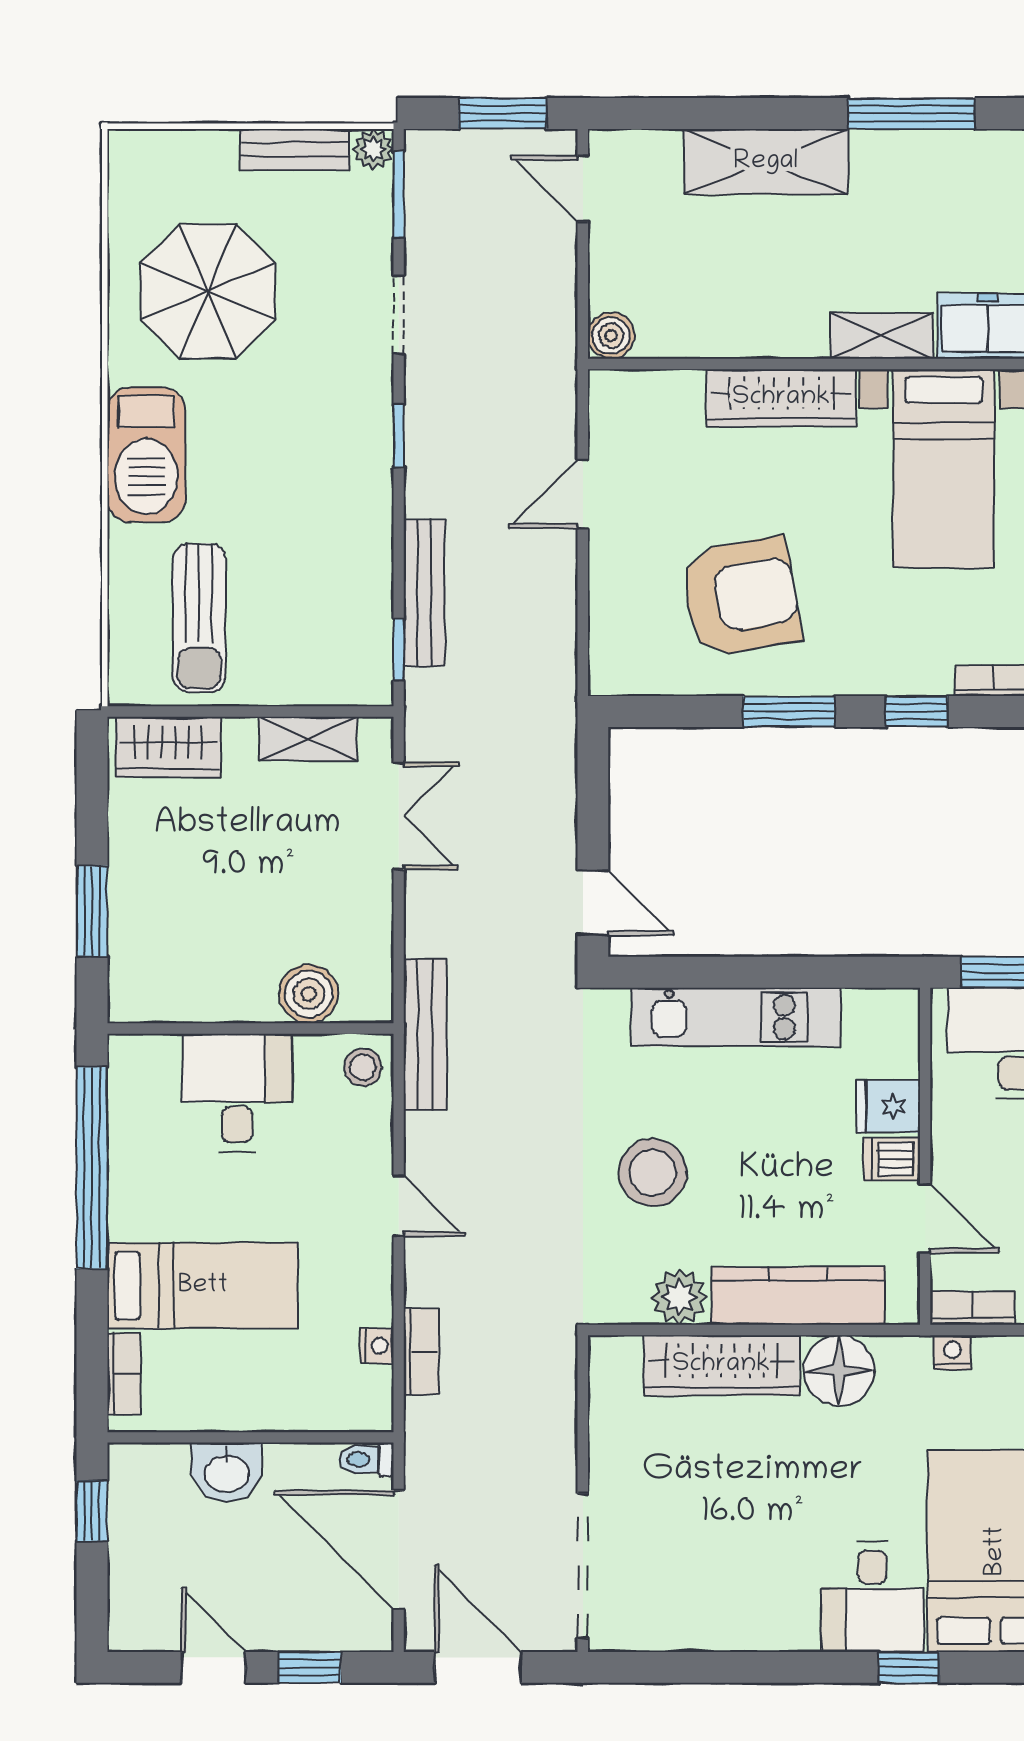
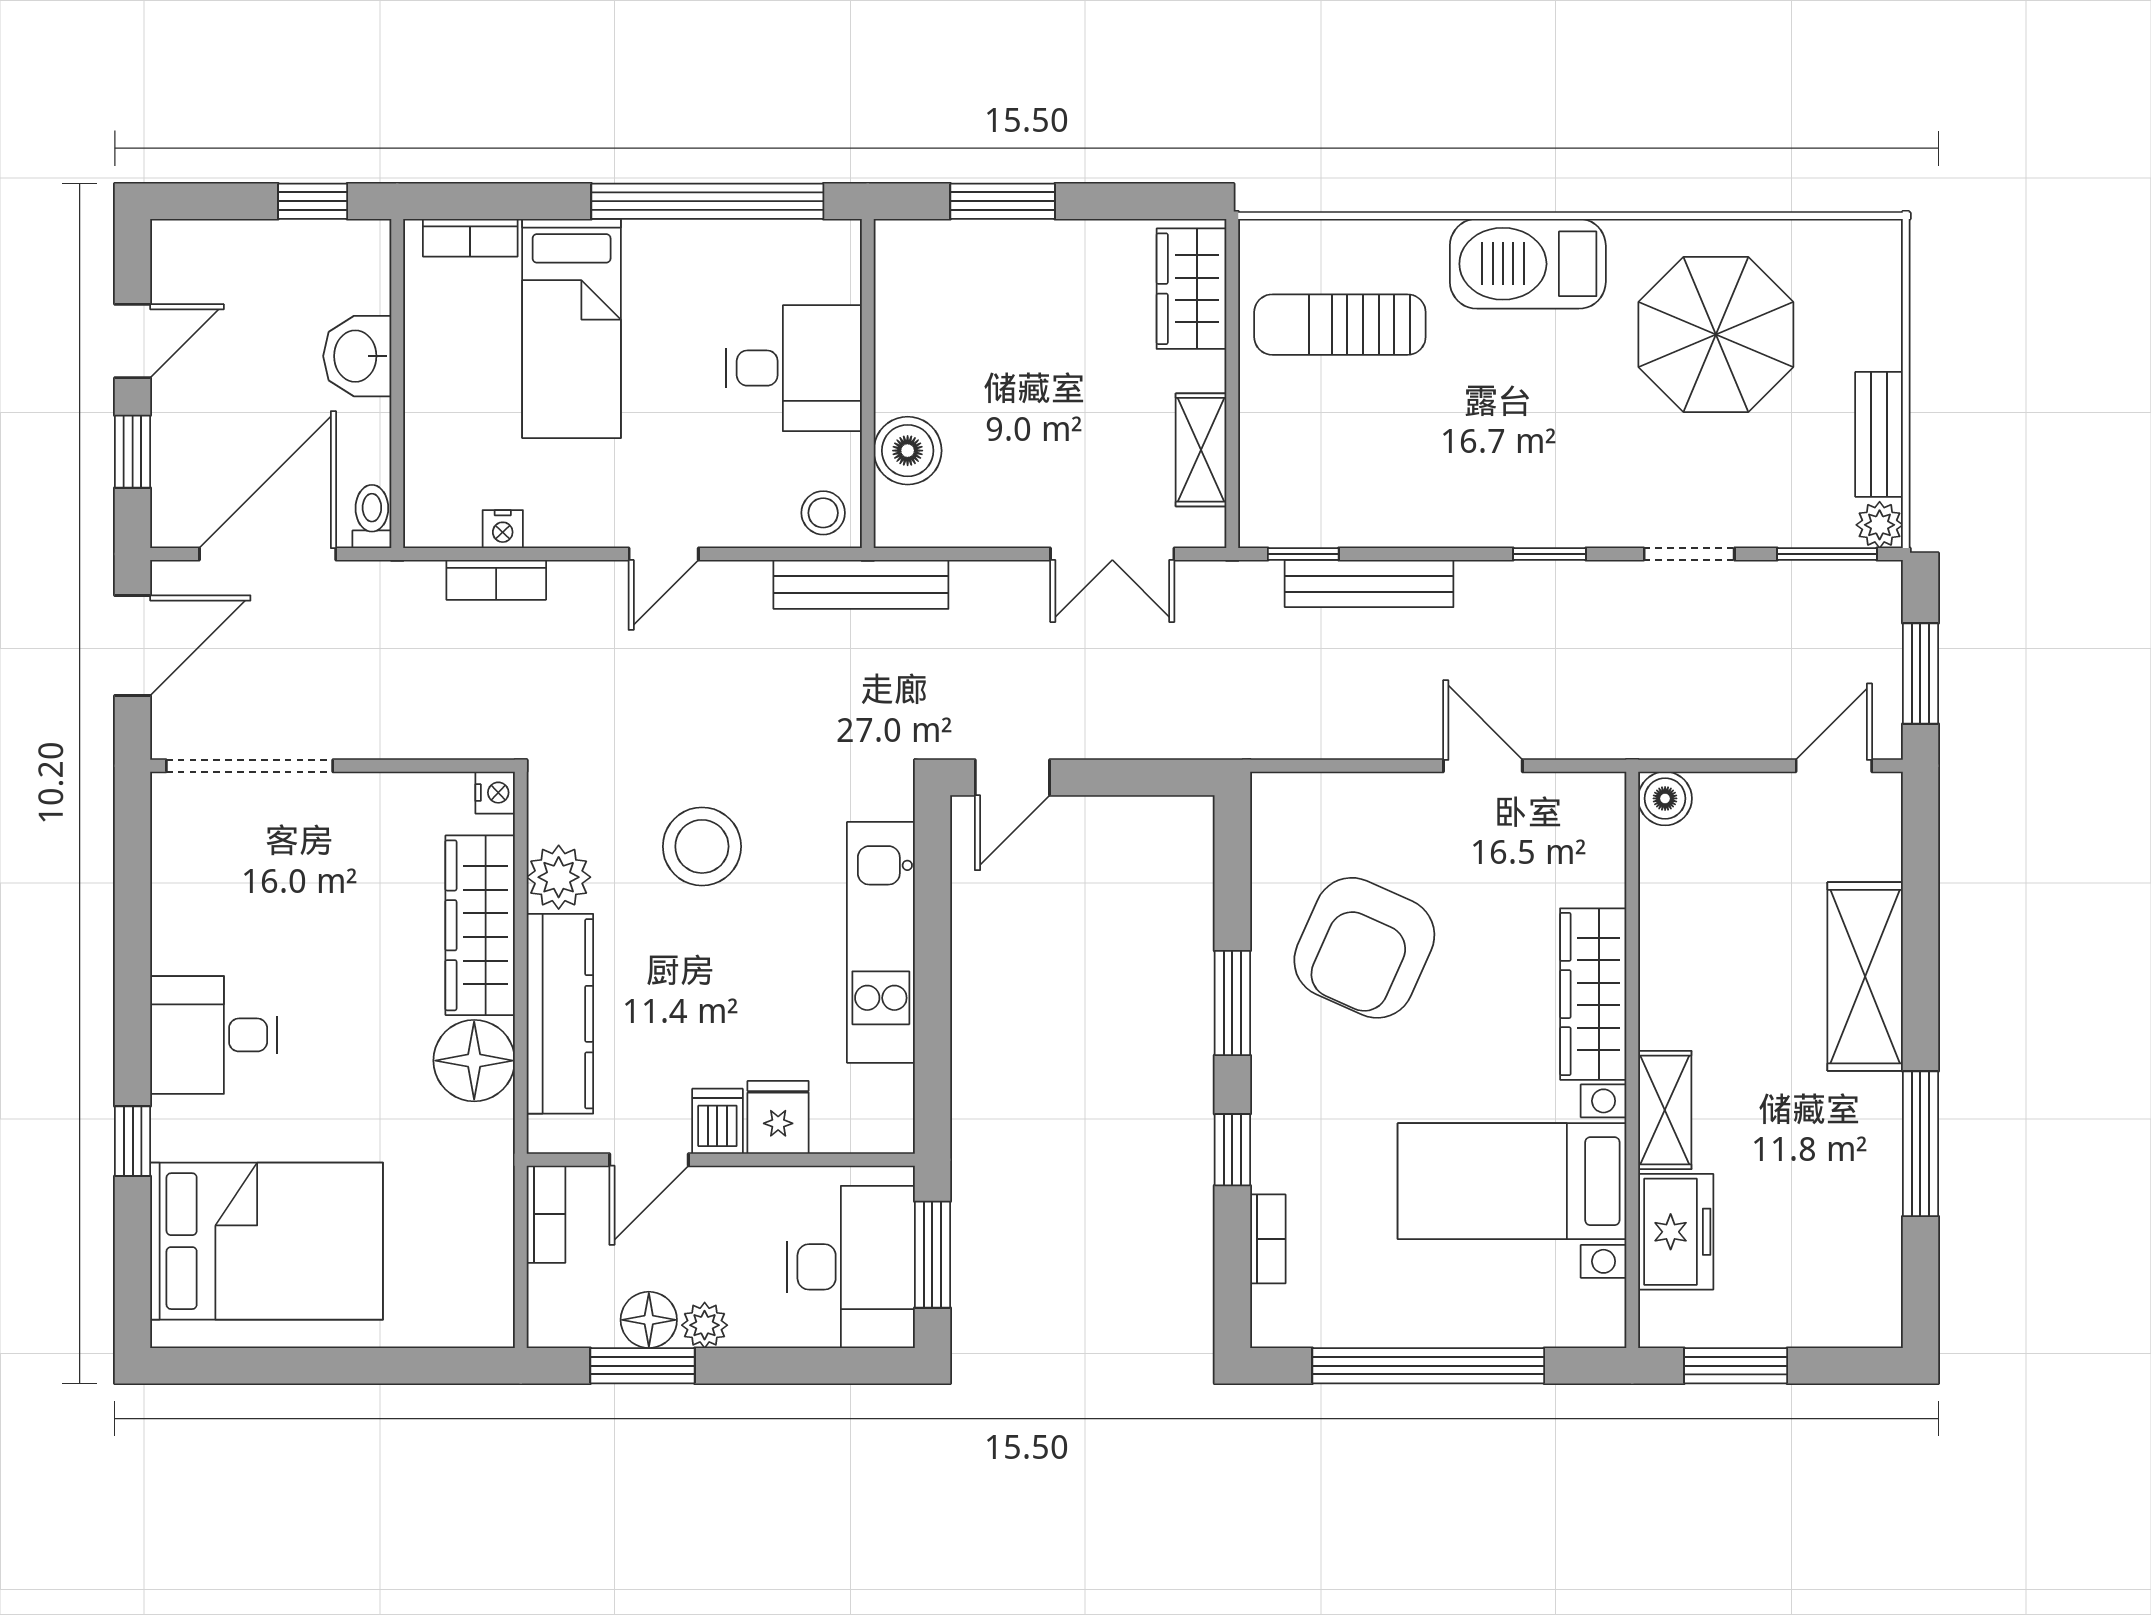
armchair: (741, 597) -> (1364, 948), turned 34
nightstand: (952, 1352) -> (495, 793), moved
desk: (872, 1597) -> (214, 1035), moved

